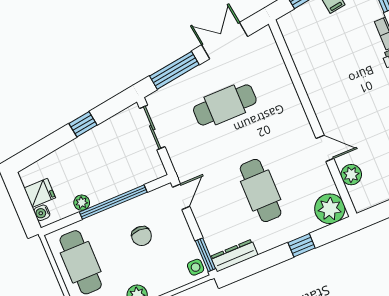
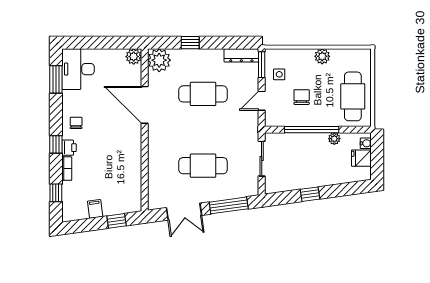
sliding door: (152, 128) -> (262, 159), moved
door: (325, 148) -> (145, 105), width x1.88
plant: (351, 175) -> (134, 57), moved
cafe table: (261, 190) -> (203, 94), turned 90
door: (181, 197) -> (262, 101), moved
side table: (196, 267) -> (279, 74), moved

